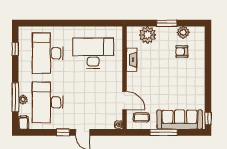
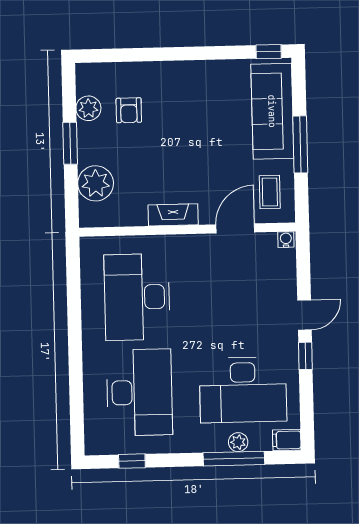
desk: (48, 53) -> (139, 392), turned -90
fireplace: (132, 60) -> (173, 215), moved

